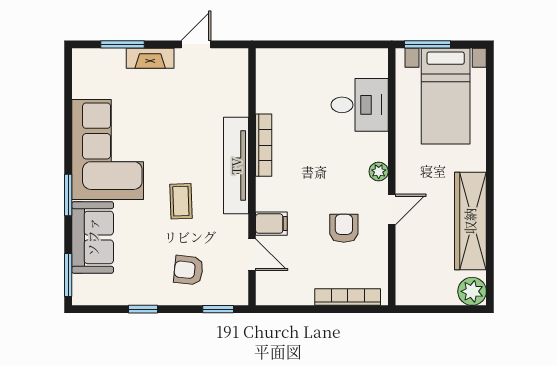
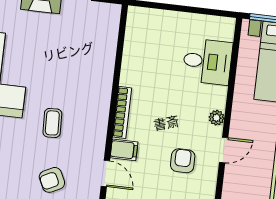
bookcase: (264, 145) -> (122, 112), moved
tv unit: (236, 166) -> (101, 99), removed
armchair: (188, 270) -> (52, 180), turned -32

